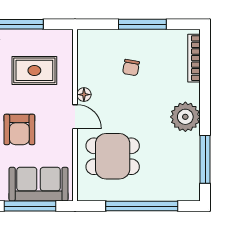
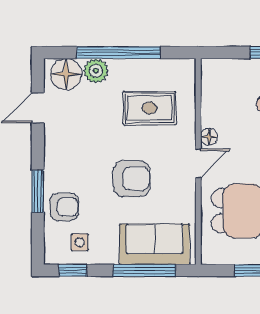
door: (75, 117) -> (198, 163), hinge flipped
armchair: (19, 129) -> (132, 179), turned -90

